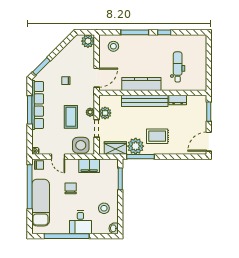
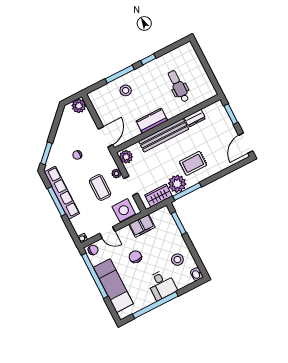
stool: (113, 46) -> (126, 90), moved
kitchen counter: (141, 84) -> (152, 121), width x0.67
plant: (105, 113) -> (126, 157), moved

